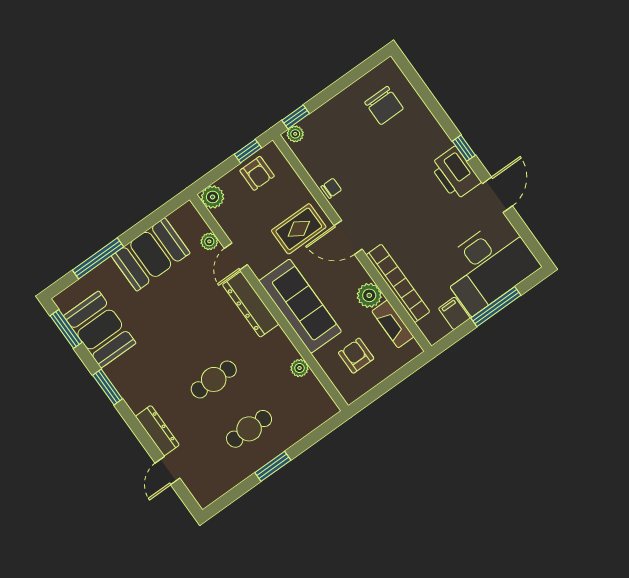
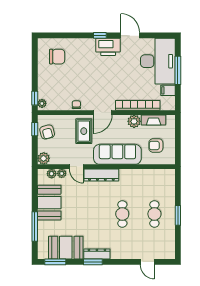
armchair: (257, 173) -> (47, 132), turned 75
plant: (300, 368) -> (52, 174), moved
dresser: (157, 431) -> (97, 254), moved

